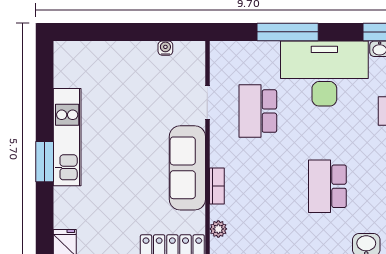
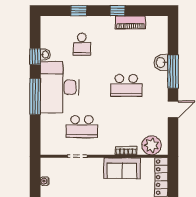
window: (288, 32) -> (35, 96), moved
sofa: (187, 168) -> (122, 168), width x0.73
plant: (218, 229) -> (152, 145), width x1.87, depth x1.87

